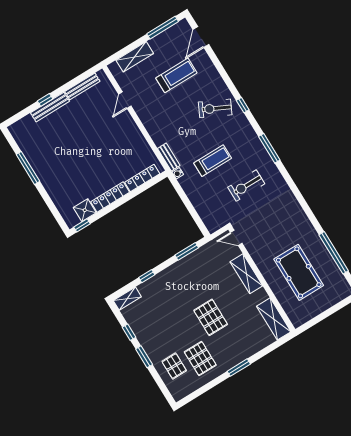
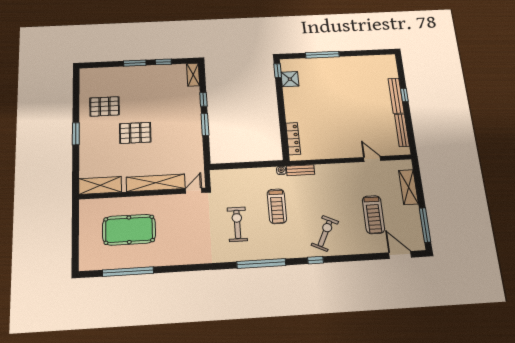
window: (269, 148) -> (261, 263), width x1.46
window: (28, 168) -> (322, 55), moved
locker: (110, 197) -> (290, 105), removed
window: (187, 251) -> (205, 124), moved
shelving: (246, 274) -> (156, 183), width x1.47
pallet: (174, 366) -> (112, 83), removed

